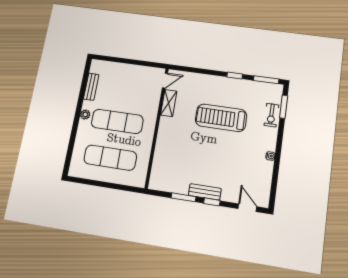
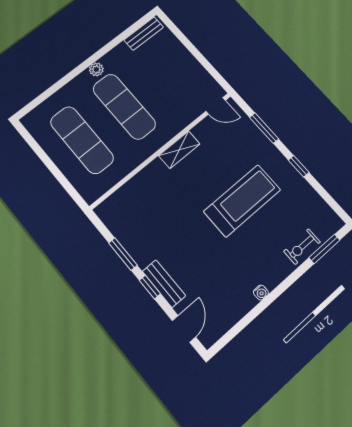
window: (266, 80) -> (264, 128), moved
bench: (91, 87) -> (144, 34), moved
shelving: (169, 103) -> (179, 150), moved
treadmill: (221, 118) -> (242, 201), turned 90
bench: (205, 192) -> (164, 283), moved

